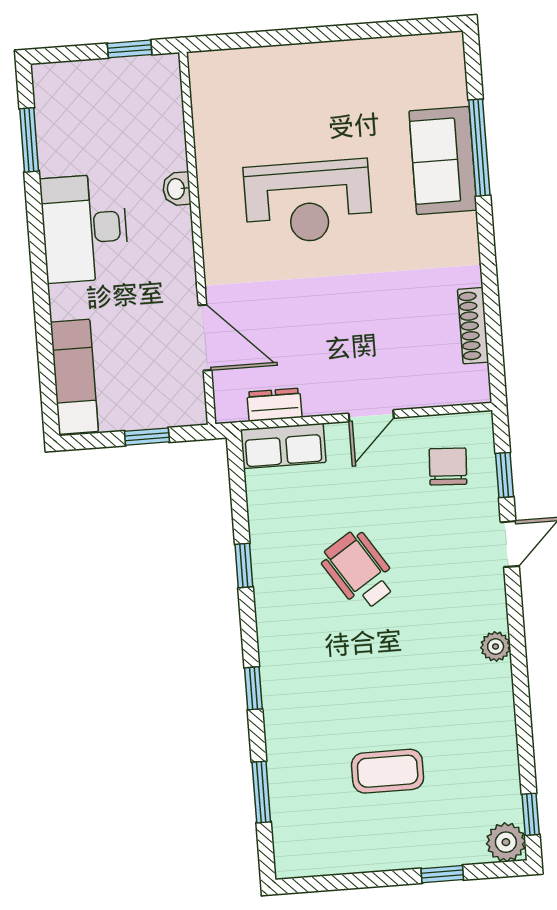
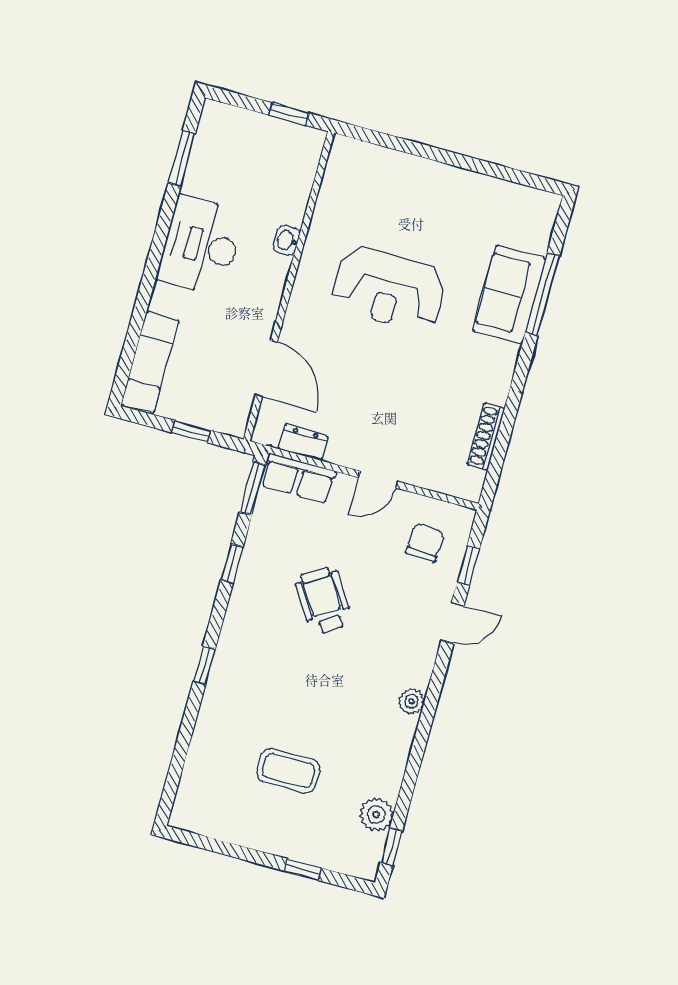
window: (261, 792) -> (253, 488), moved
plant: (506, 842) -> (376, 815), moved

